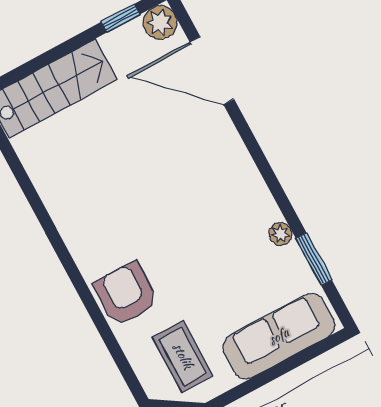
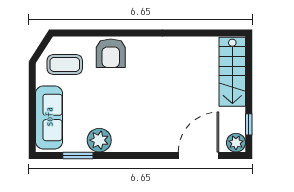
plant: (280, 234) -> (99, 140), width x1.88, depth x1.88
armchair: (126, 294) -> (111, 53), turned 90

